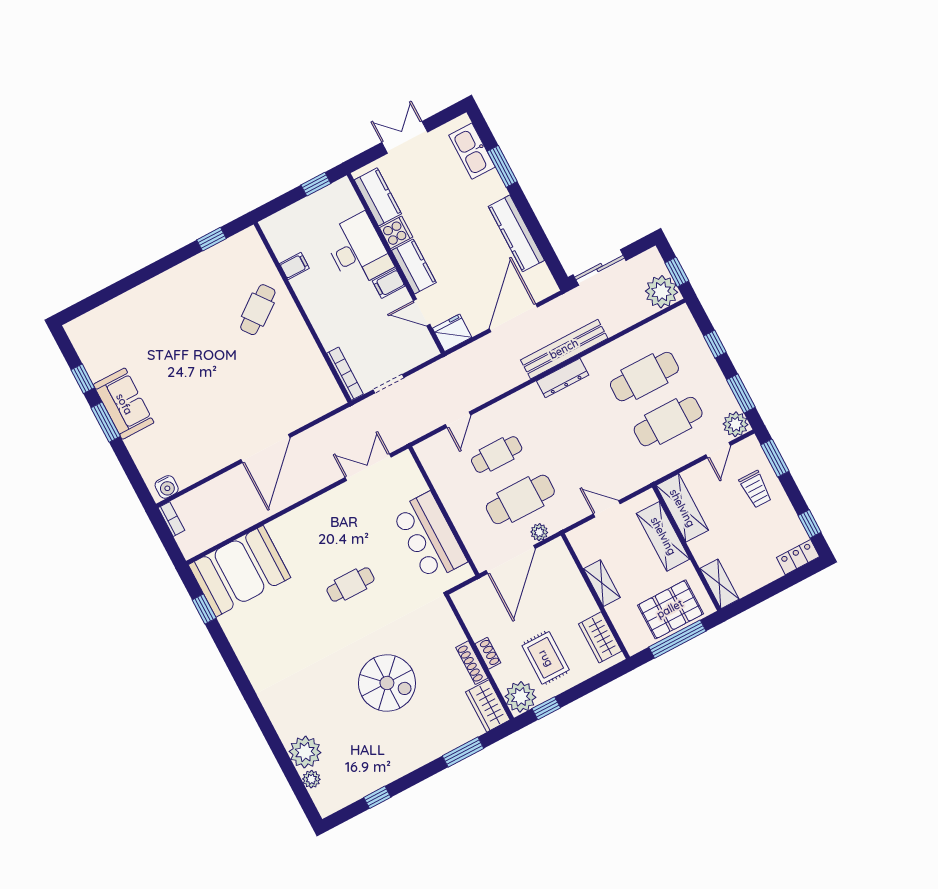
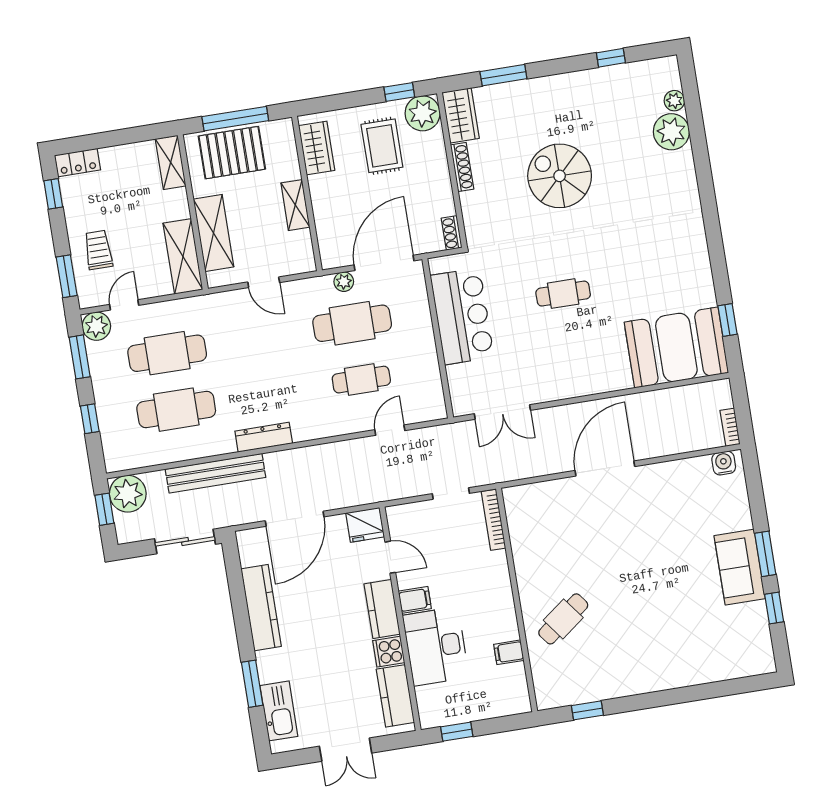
bench: (564, 349) -> (215, 473), moved
shoe rack: (488, 653) -> (452, 233), moved

